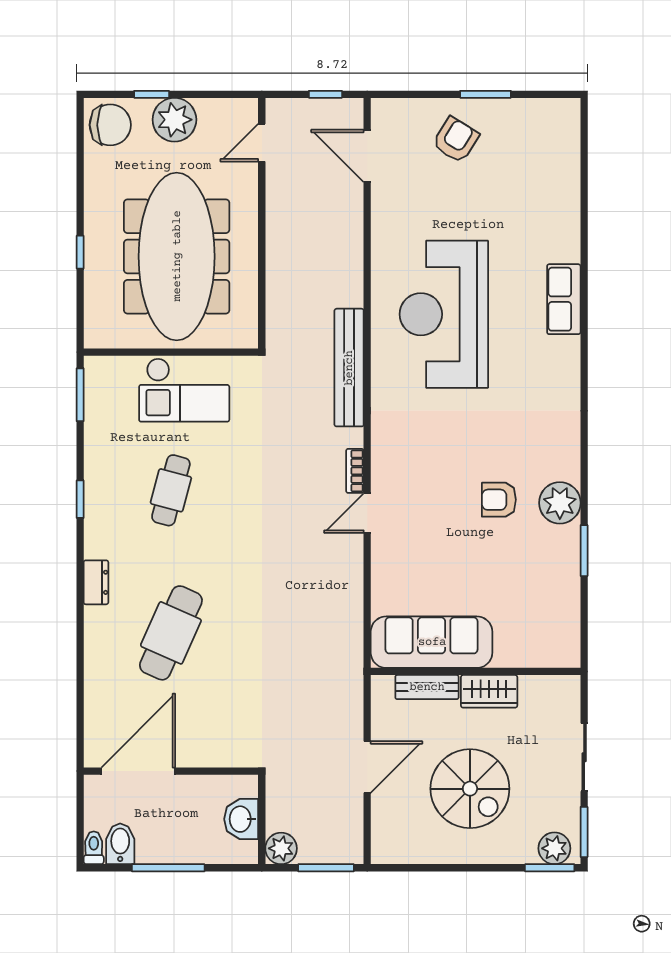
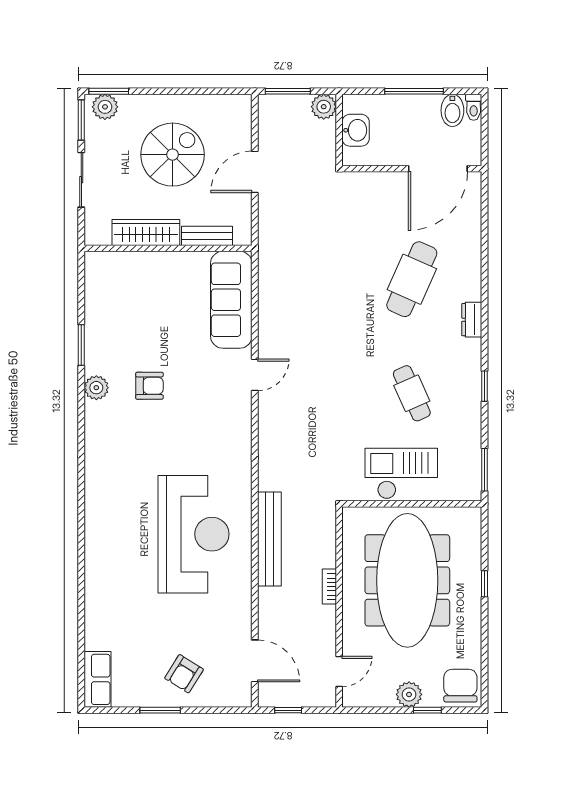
plant: (174, 120) -> (409, 694), width x0.73, depth x0.73
chair: (110, 125) -> (460, 686), turned 90
row of seats: (564, 299) -> (97, 679), moved
bench: (349, 368) -> (269, 539), moved
bookcase: (355, 471) -> (329, 587), moved, turned 180
cafe table: (171, 490) -> (412, 393), turned -39
plant: (560, 503) -> (96, 388), width x0.73, depth x0.73
sofa: (432, 642) -> (231, 300), moved, turned 90
wardrobe: (489, 691) -> (146, 232), width x1.50
spiral stairs: (470, 789) -> (173, 155), turned 90

